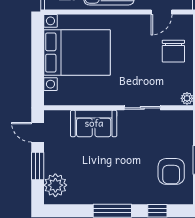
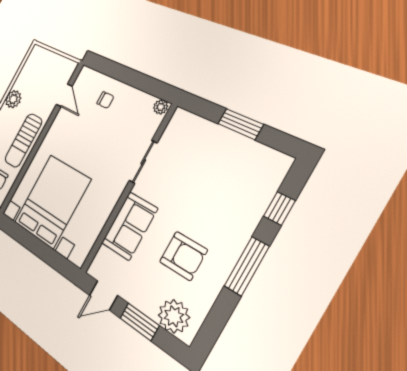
chair: (173, 51) -> (105, 100), width x0.54, depth x0.54
armchair: (171, 171) -> (183, 256), moved

